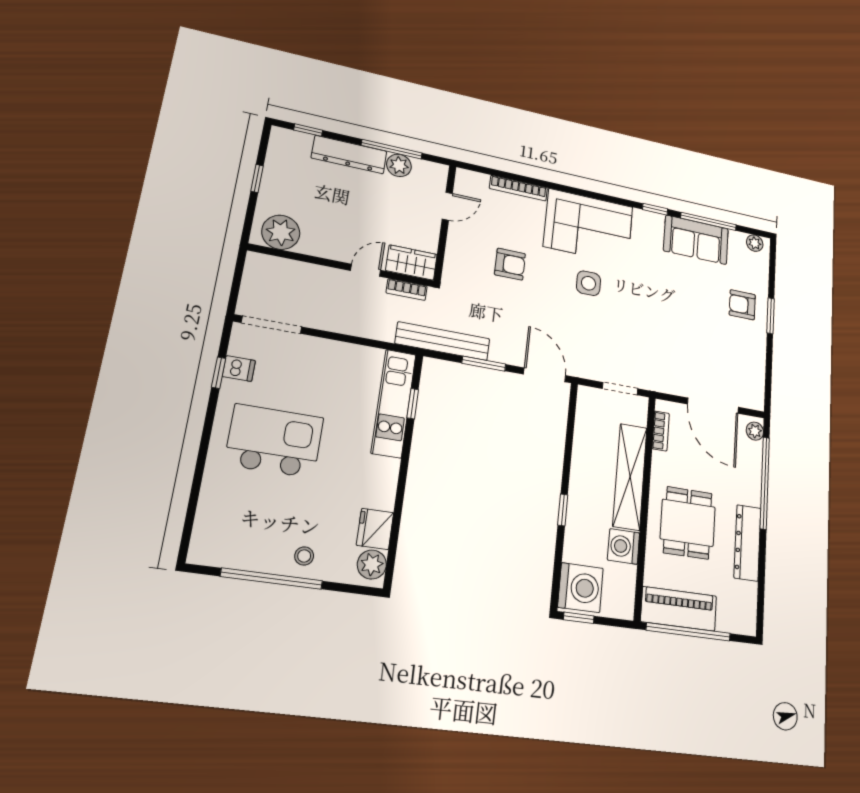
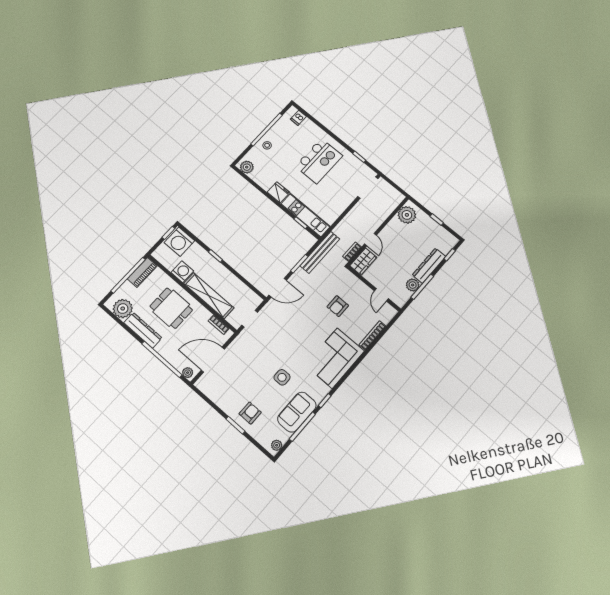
side table: (588, 283) -> (282, 377), moved
dishwasher: (239, 369) -> (298, 118), moved
fridge: (375, 529) -> (278, 192), moved
plant: (740, 600) -> (123, 309), added
piano: (679, 609) -> (142, 272), width x0.73, depth x0.75

